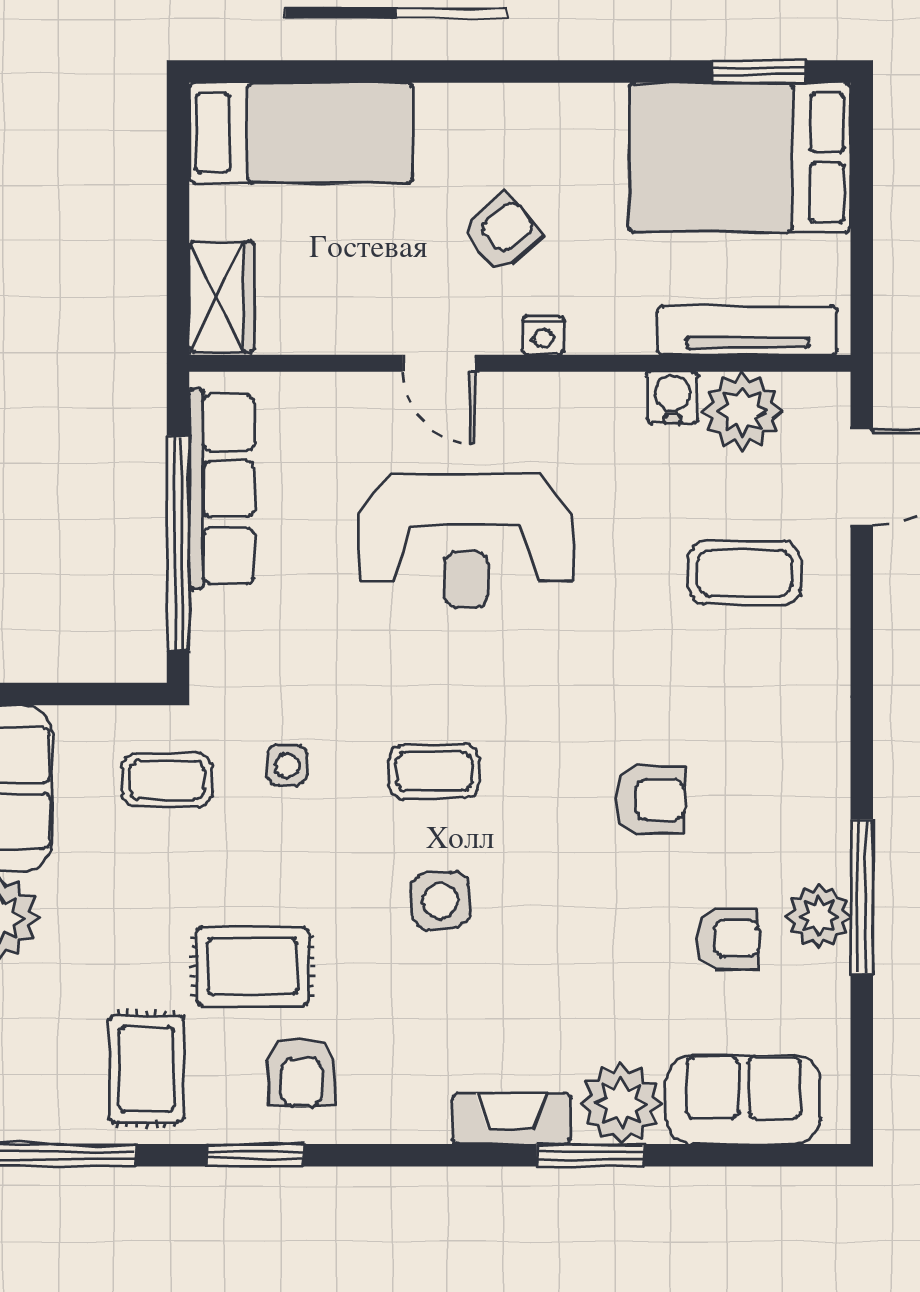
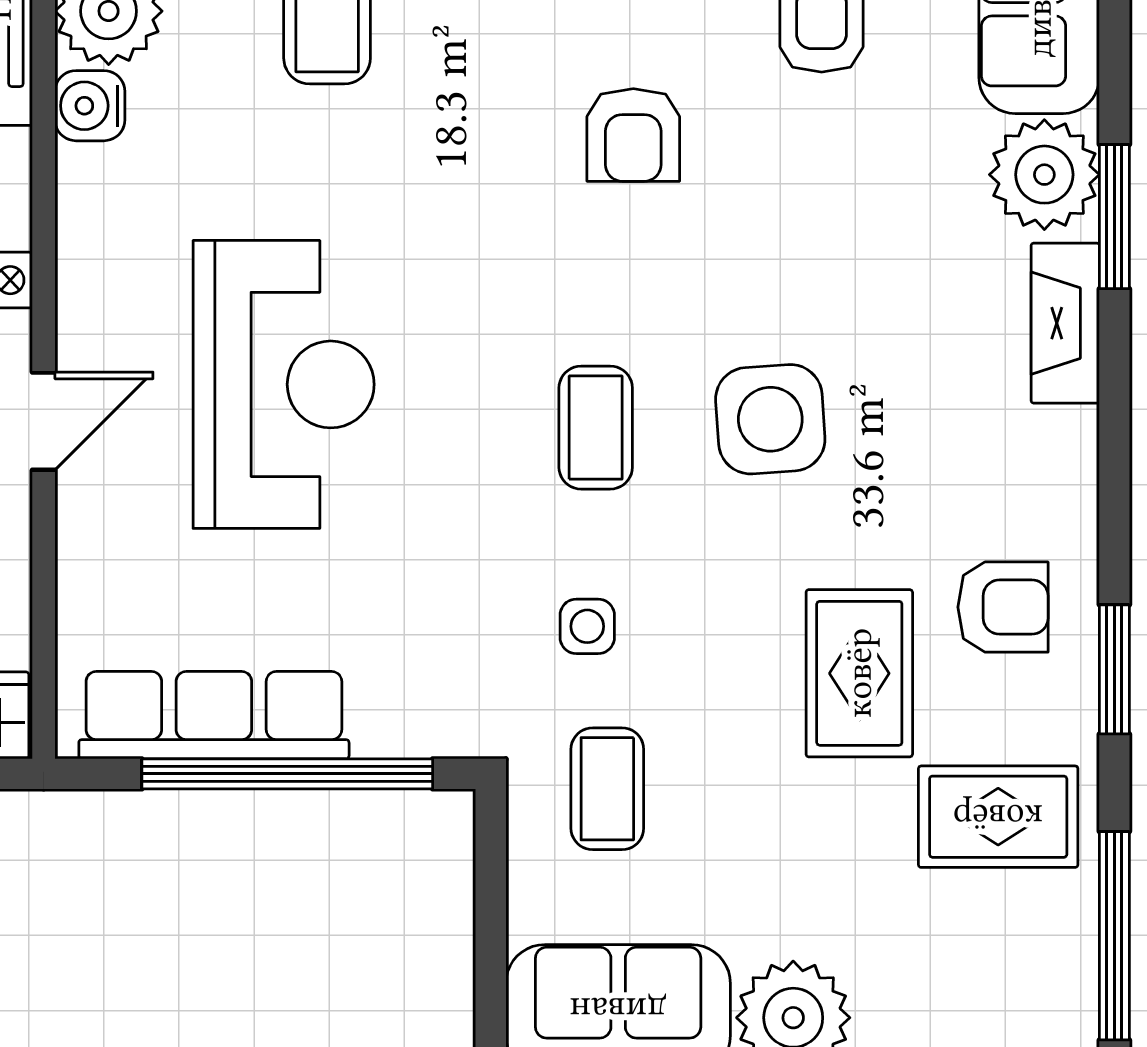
armchair: (651, 799) -> (633, 135), turned 180
side table: (440, 901) -> (770, 419), width x1.37, depth x1.37

